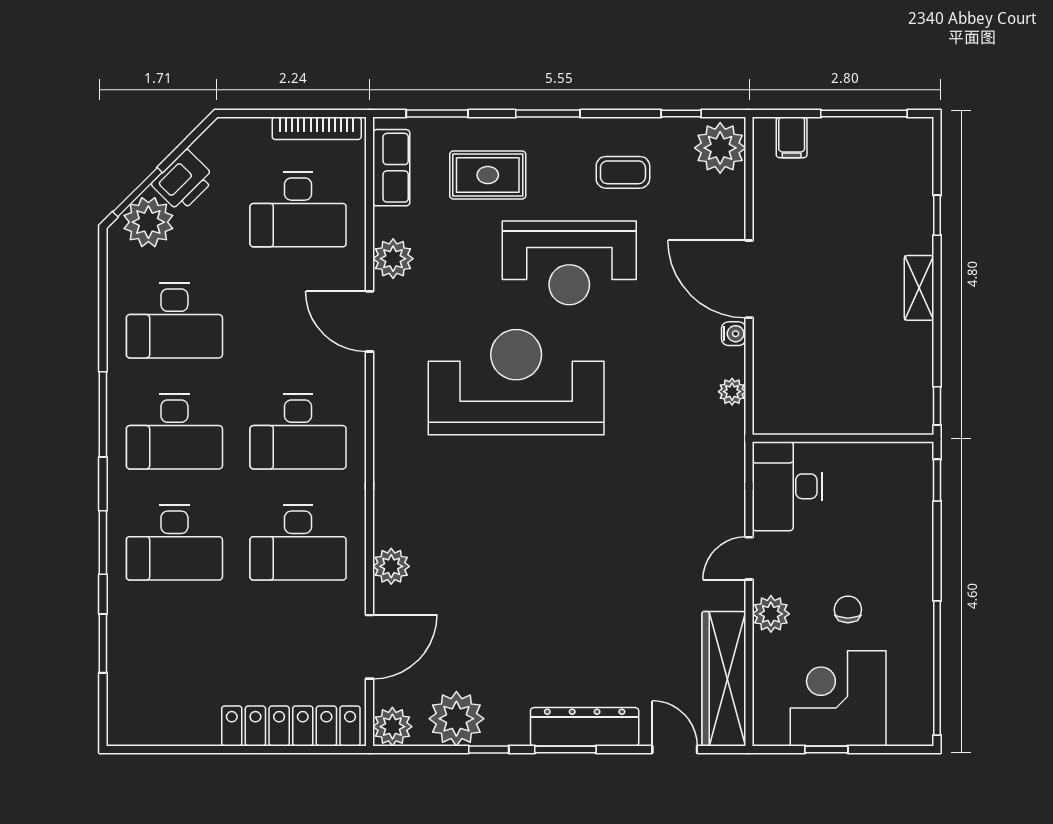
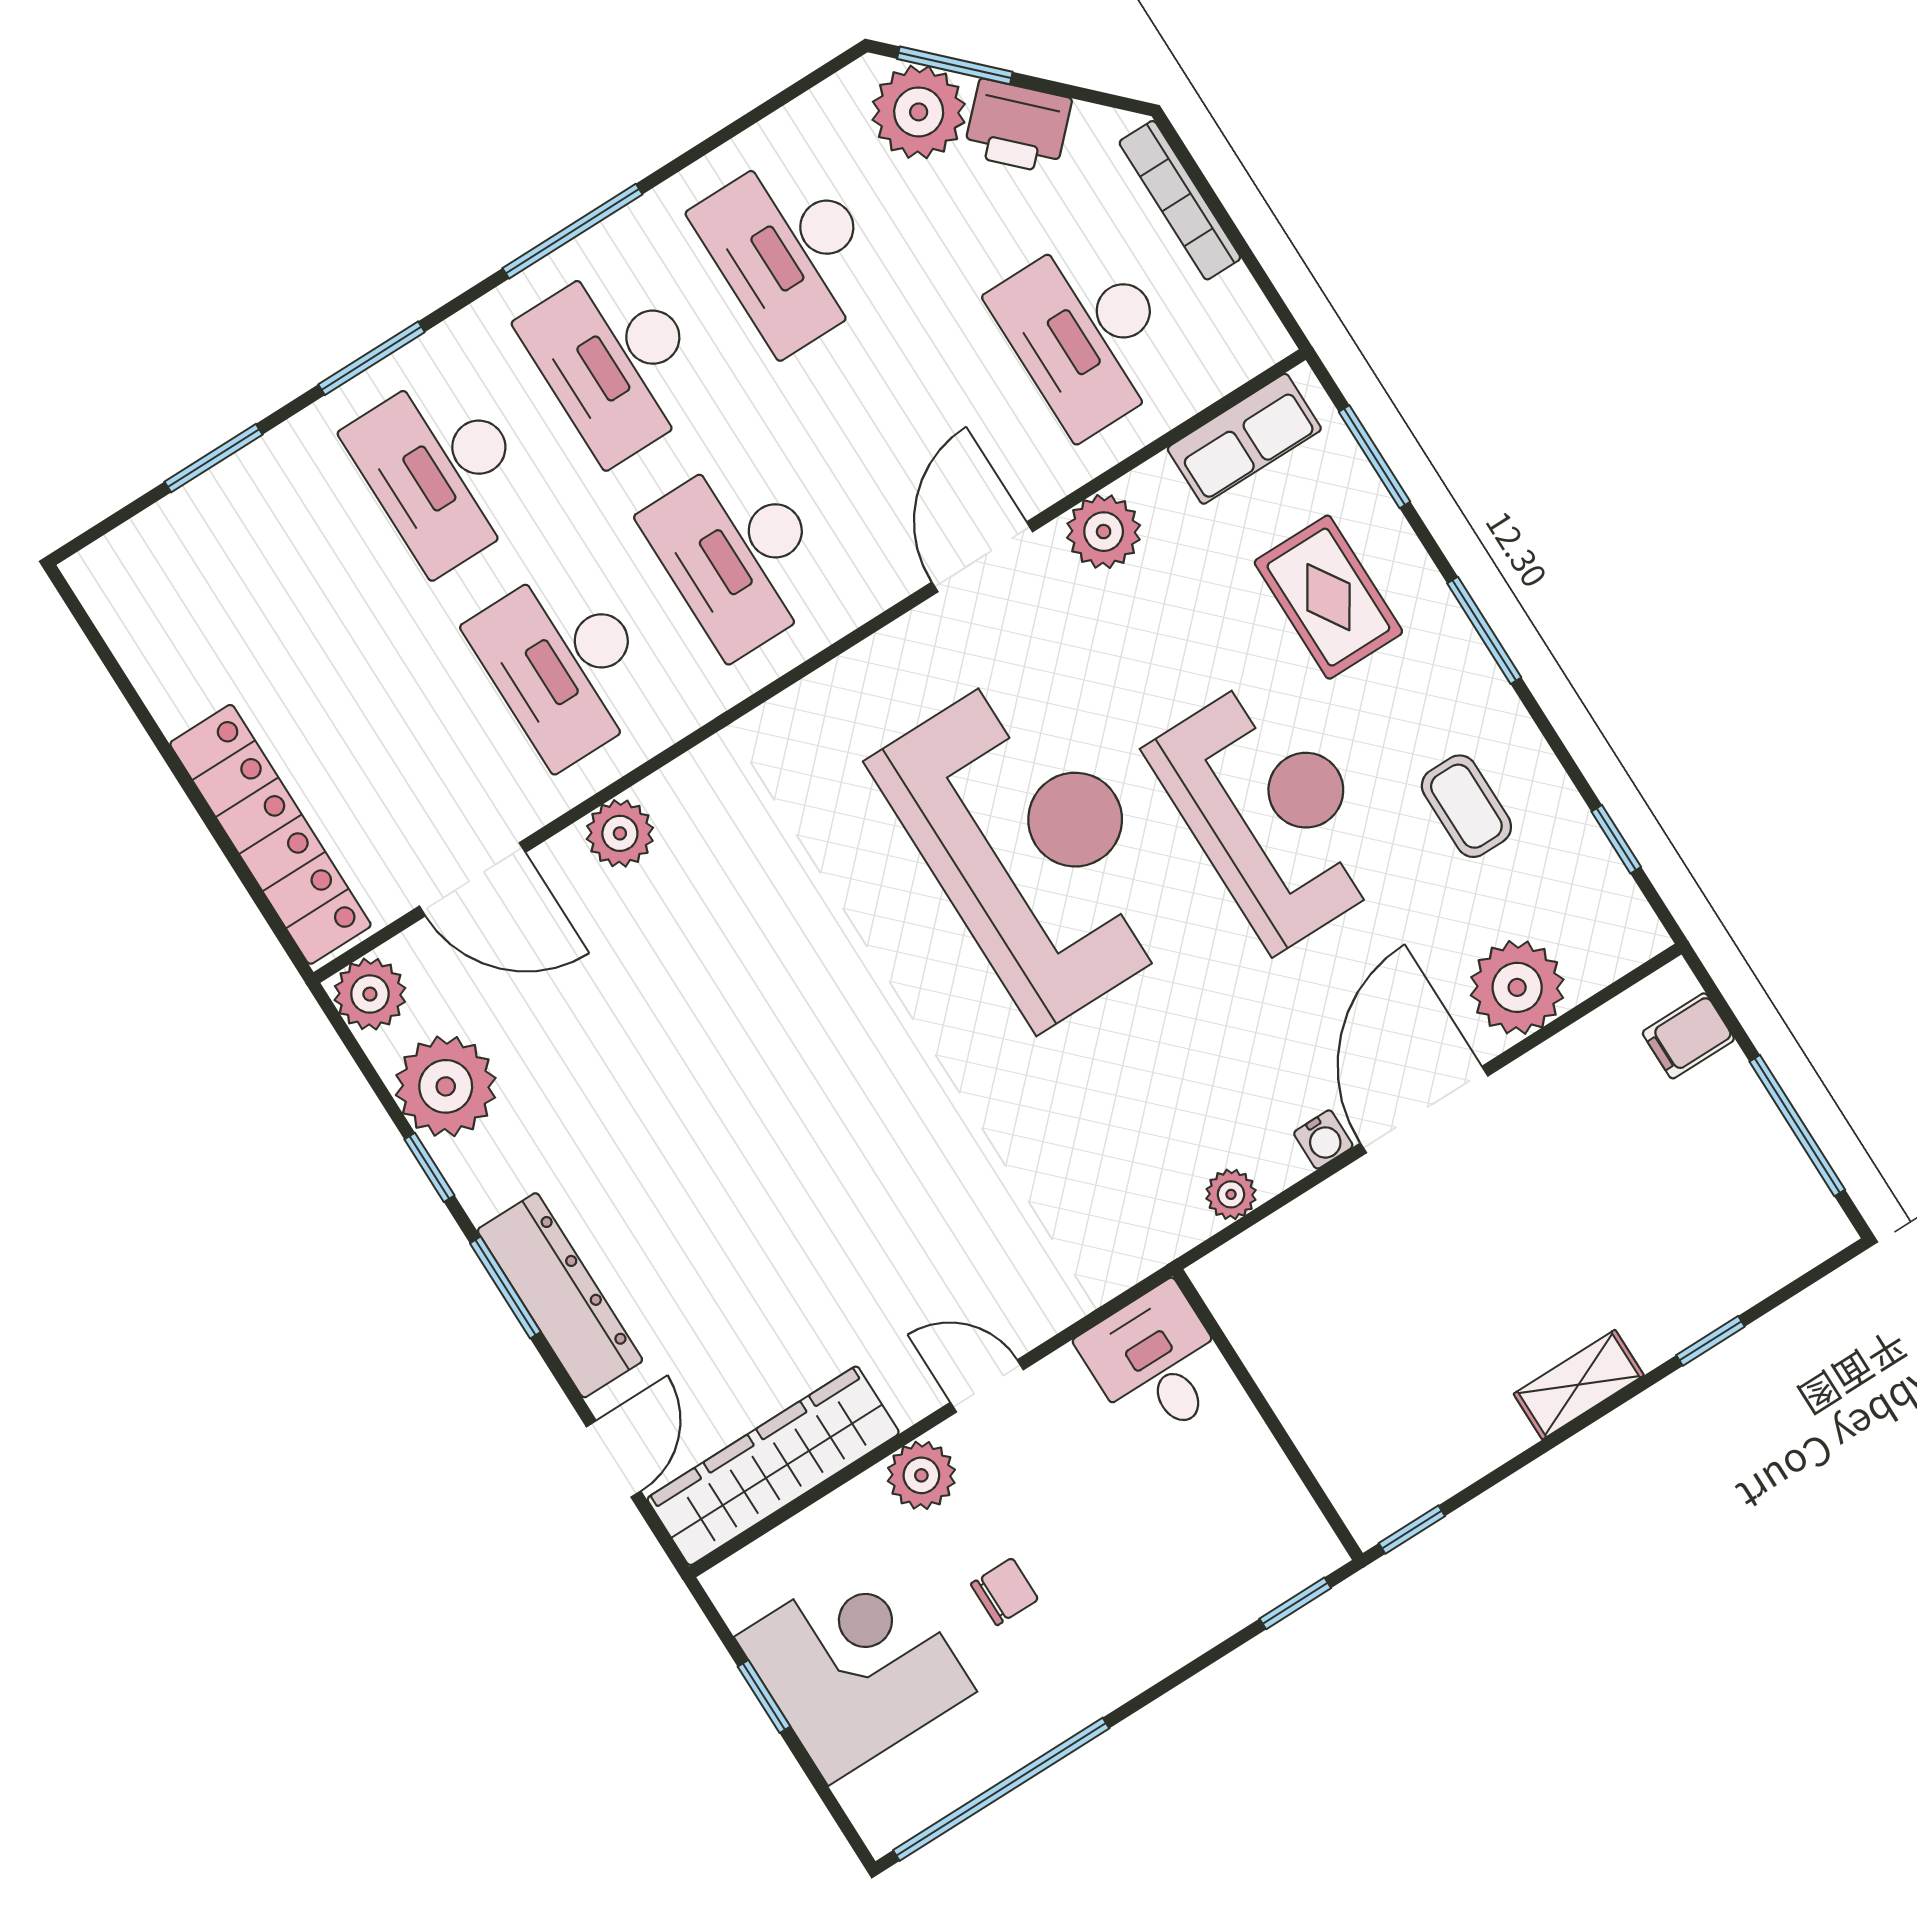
bookcase: (317, 128) -> (1180, 200), moved
plant: (720, 148) -> (1517, 987), moved
reception desk: (569, 263) -> (1272, 812), turned 180
desk: (787, 486) -> (1157, 1363), width x0.73

